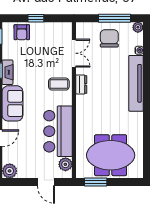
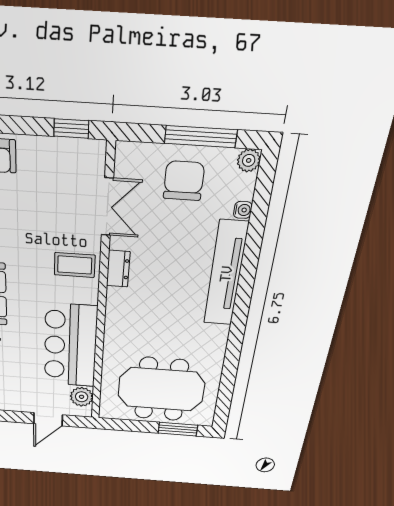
window: (36, 18) -> (71, 129), moved
door: (46, 182) -> (48, 419), hinge flipped
window: (96, 182) -> (178, 429), moved

